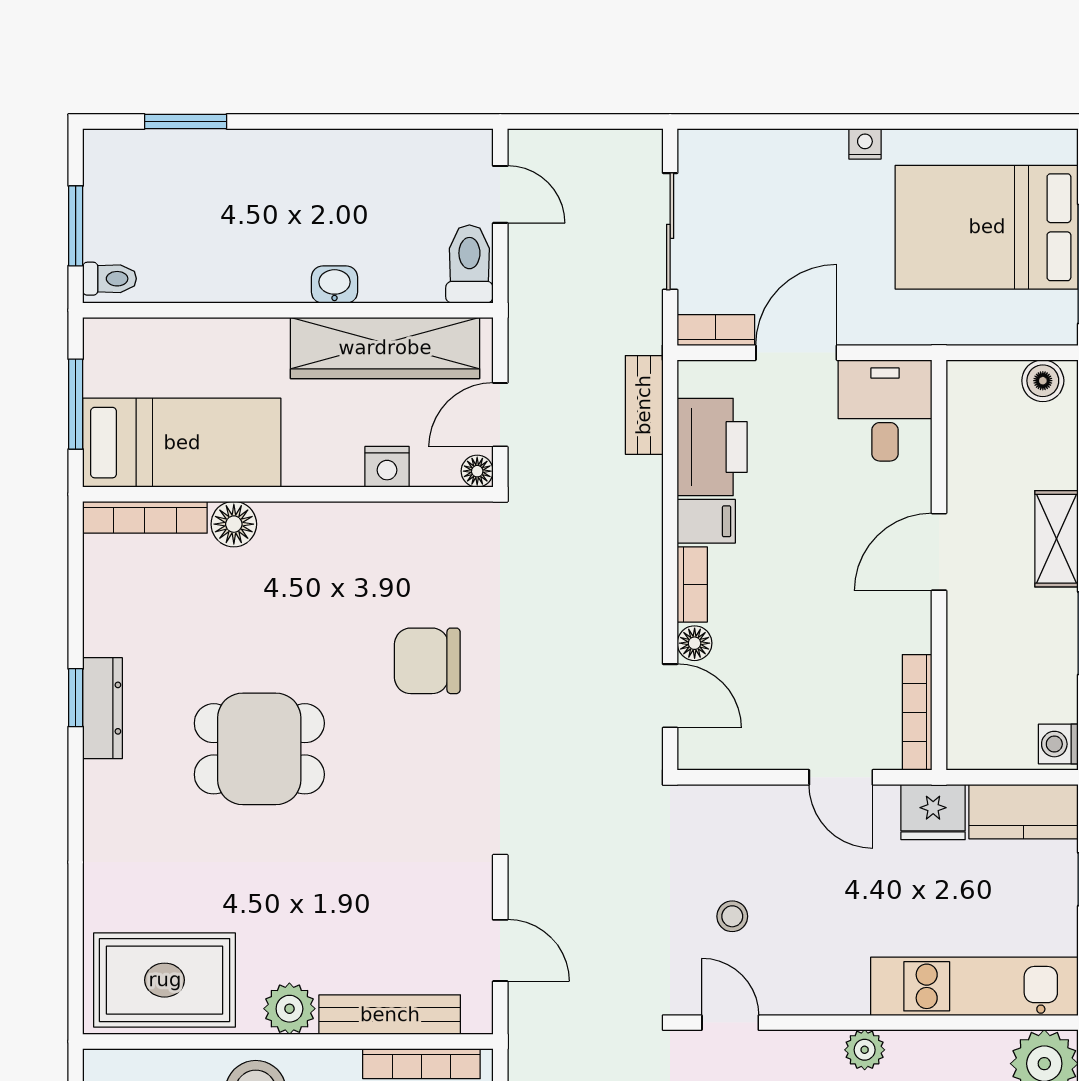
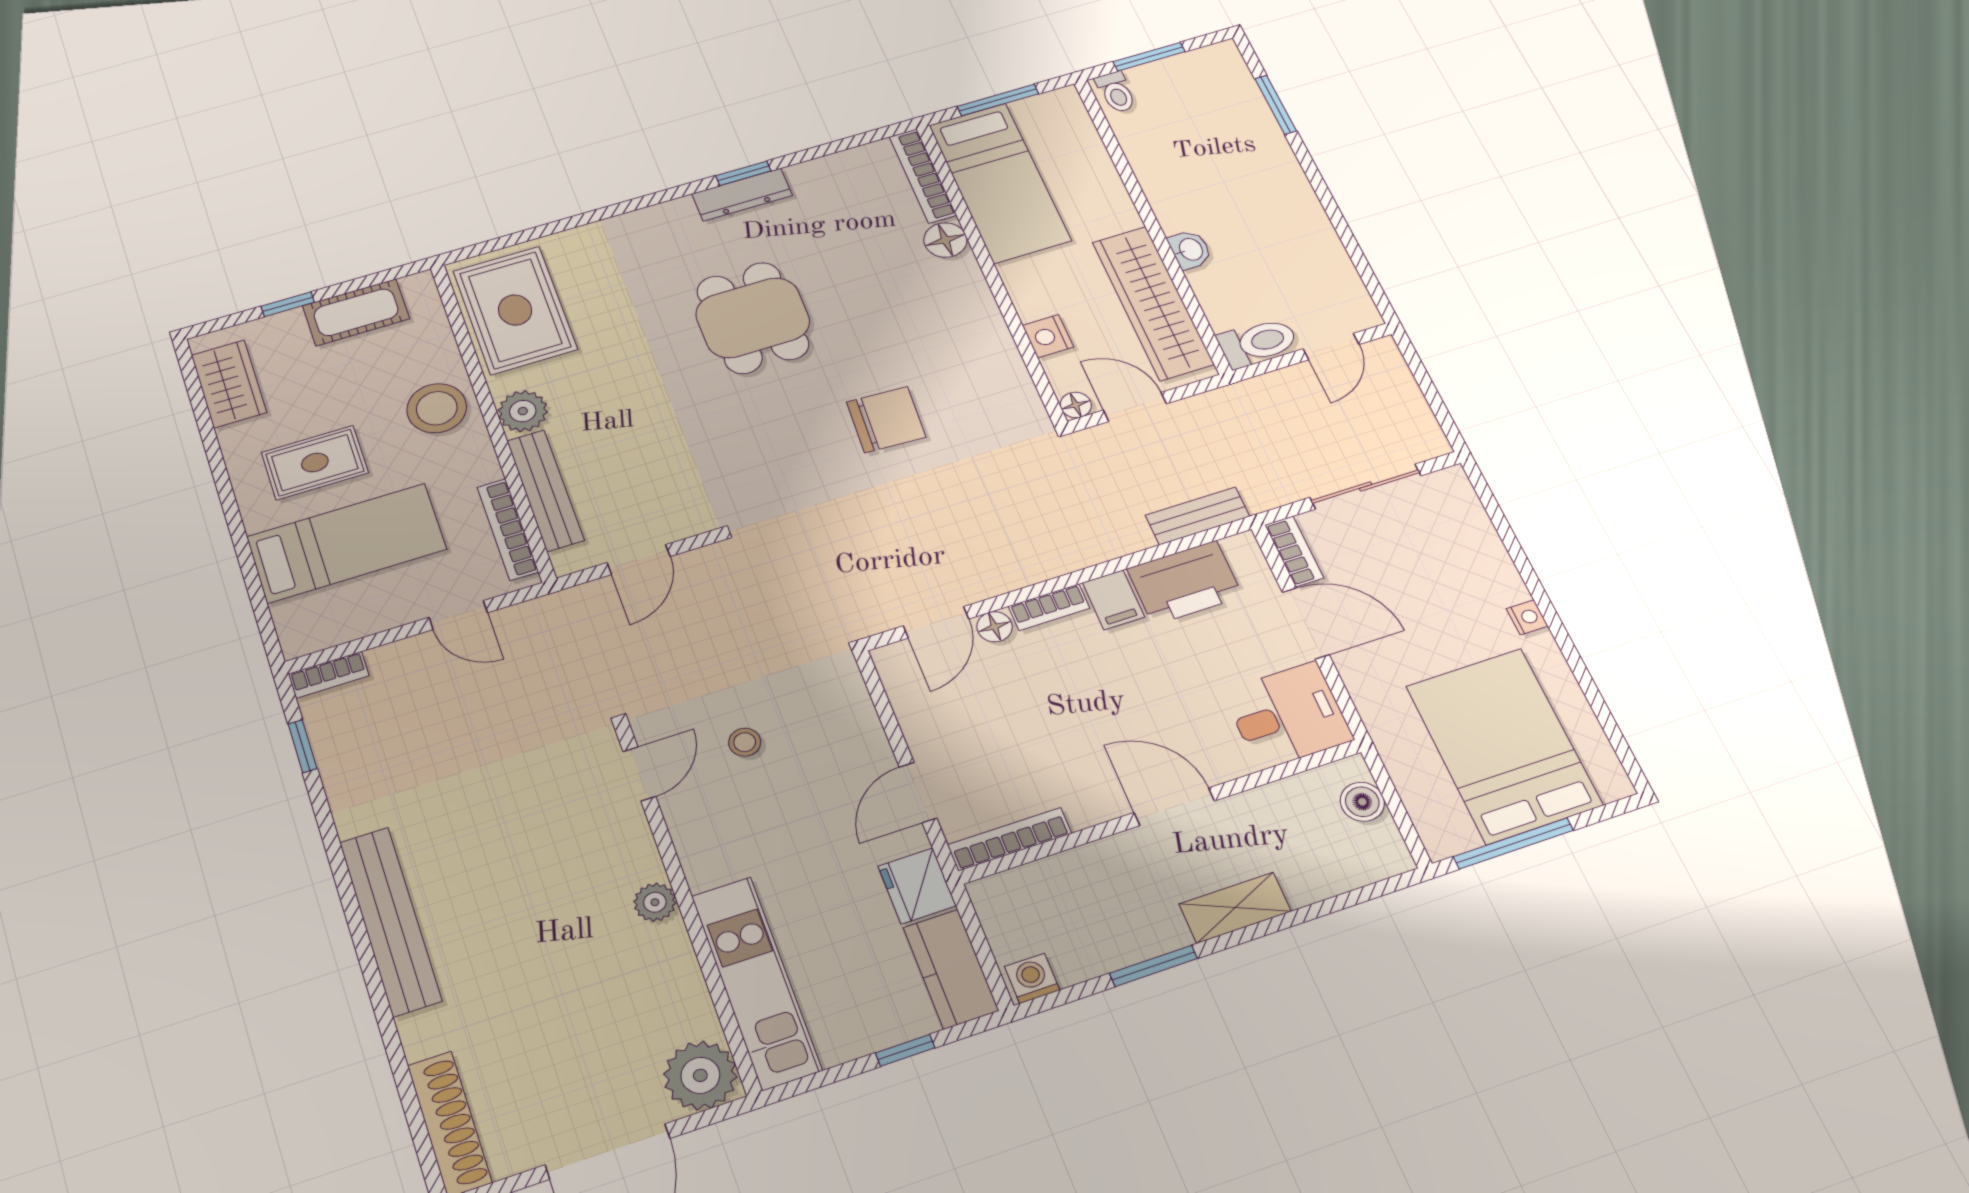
boiler: (1043, 381) -> (1362, 802), moved
chair: (427, 661) -> (886, 420), turned 93

